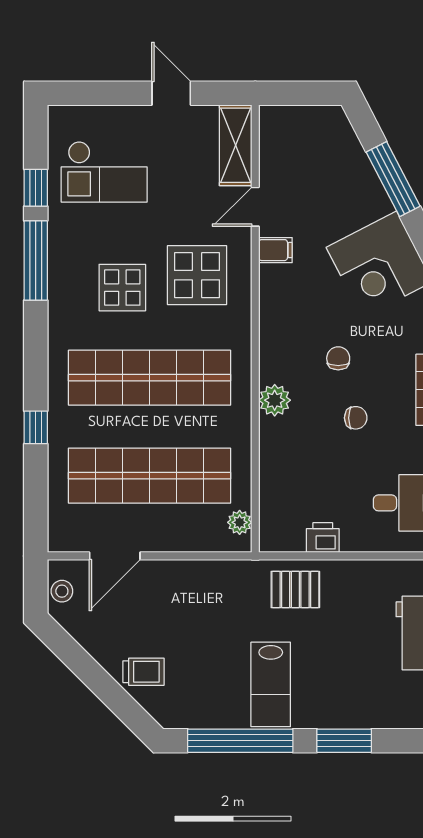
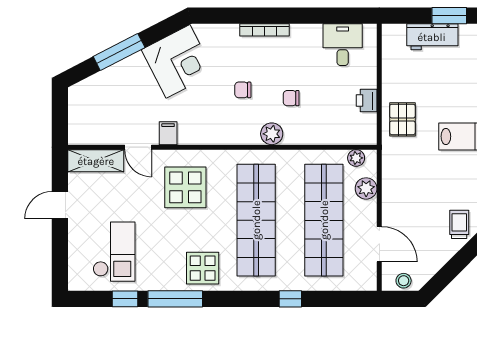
display table: (122, 288) -> (203, 268), moved
chair: (356, 418) -> (291, 98), moved, turned -90
plant: (195, 537) -> (366, 188), added

